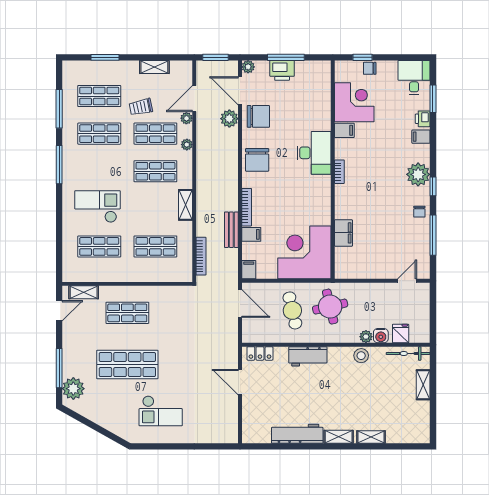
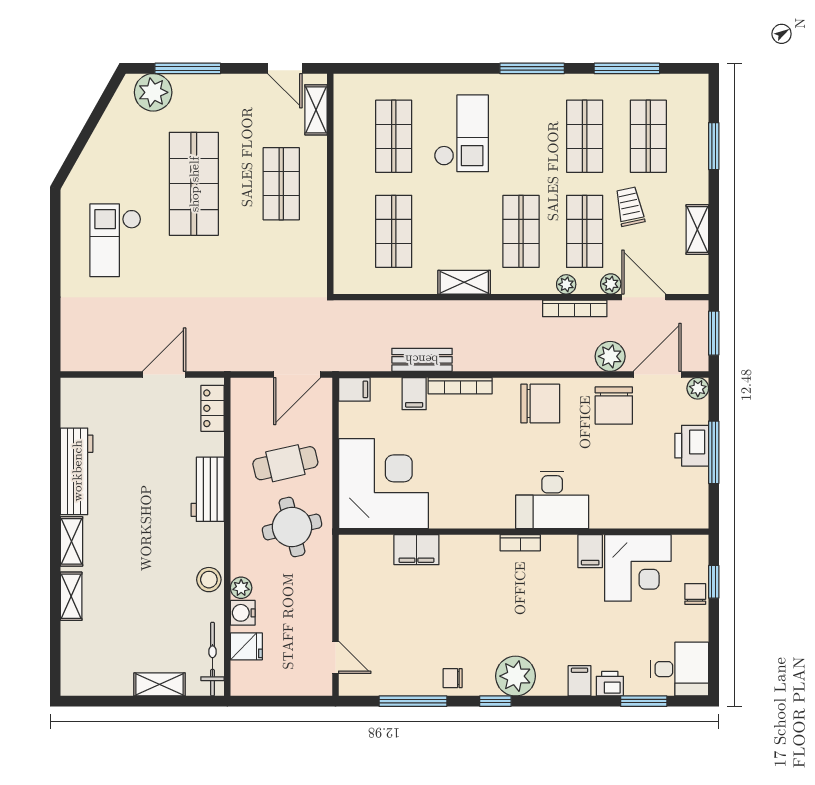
chair: (257, 160) -> (540, 404), turned 180
bookcase: (201, 256) -> (575, 308), moved

